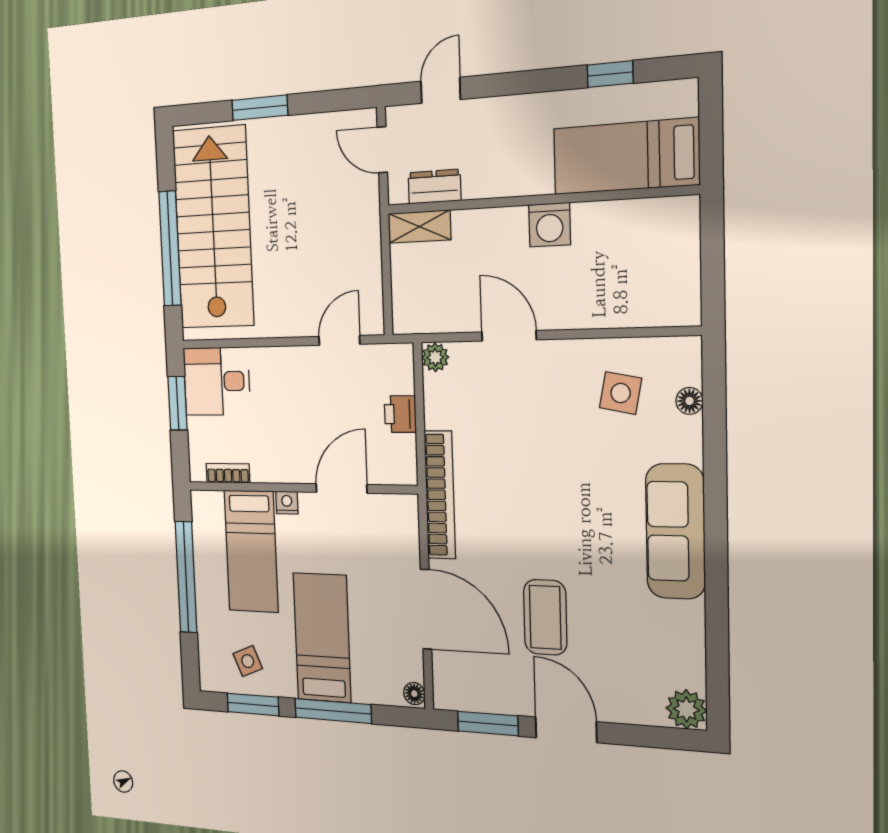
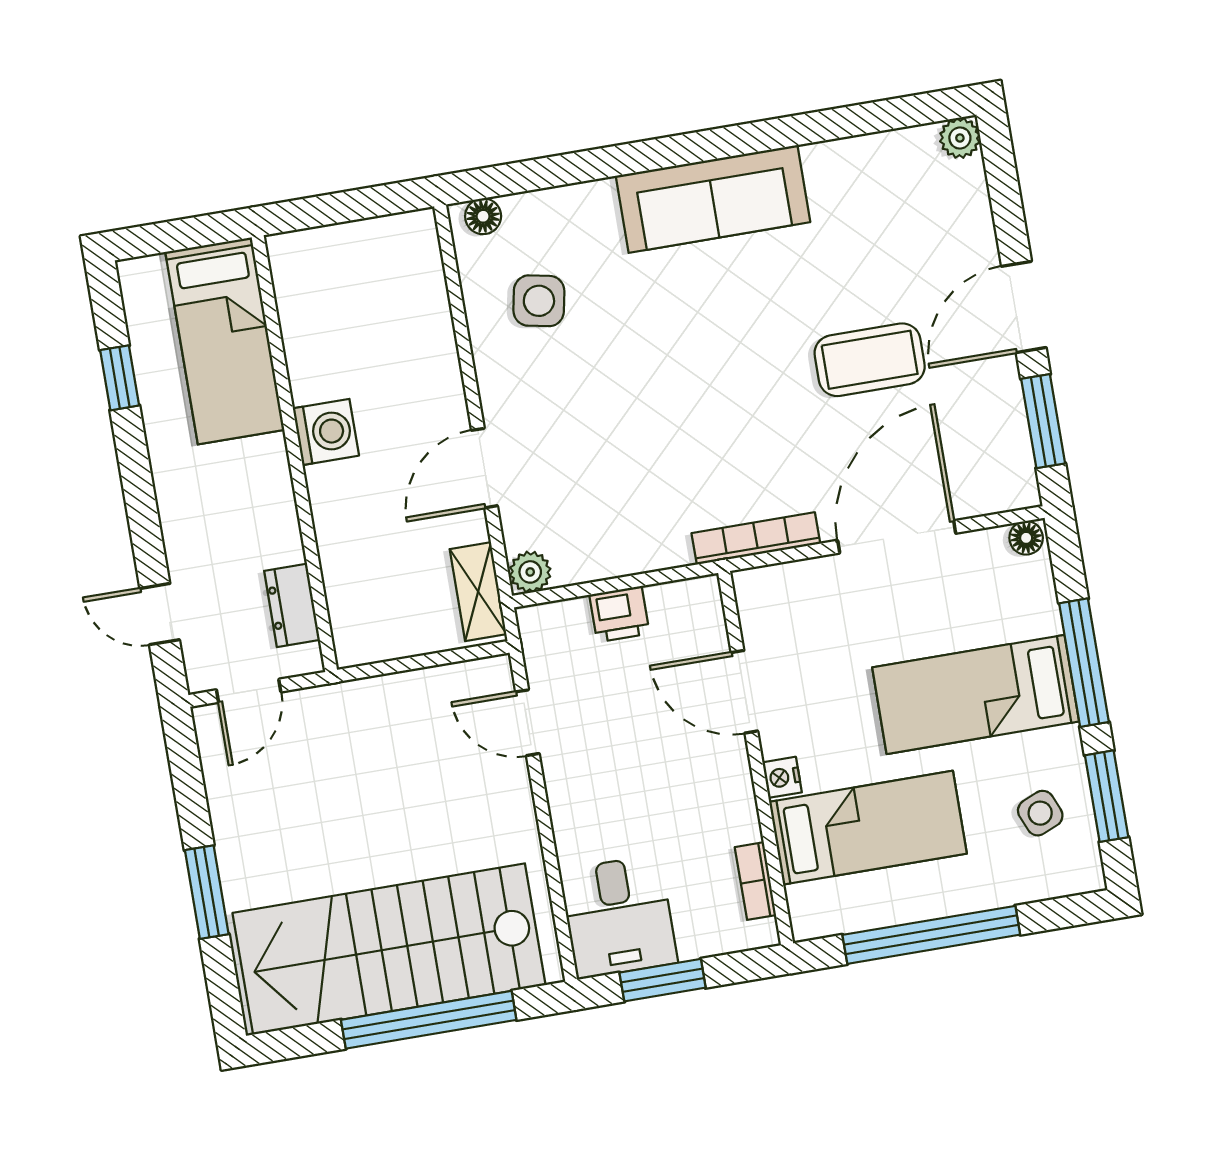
shelving: (419, 227) -> (478, 592), moved
floor lamp: (689, 401) -> (483, 216), moved
bookcase: (440, 495) -> (756, 538), width x0.68, depth x0.76
plant: (686, 709) -> (960, 138), width x0.73, depth x0.73

